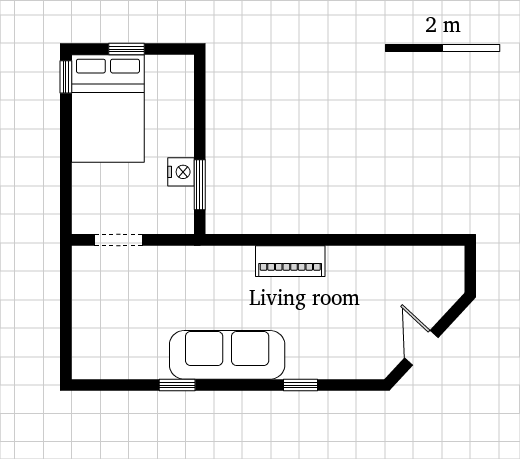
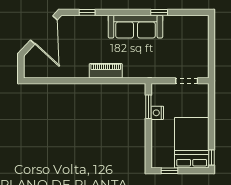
window: (127, 49) -> (169, 171), moved
door: (421, 348) -> (44, 30), width x1.88
window: (301, 385) -> (87, 12), moved

